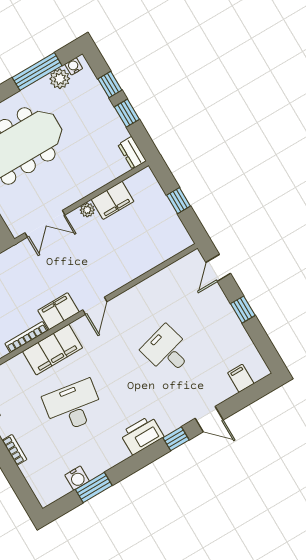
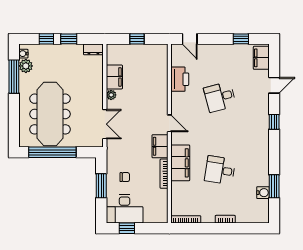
window: (243, 310) -> (241, 39), moved
filing cabinet: (241, 378) -> (261, 58), width x2.00
desk: (73, 406) -> (220, 170), width x0.73
door: (209, 419) -> (274, 85), moved
printer: (142, 435) -> (180, 79), moved, turned 180

